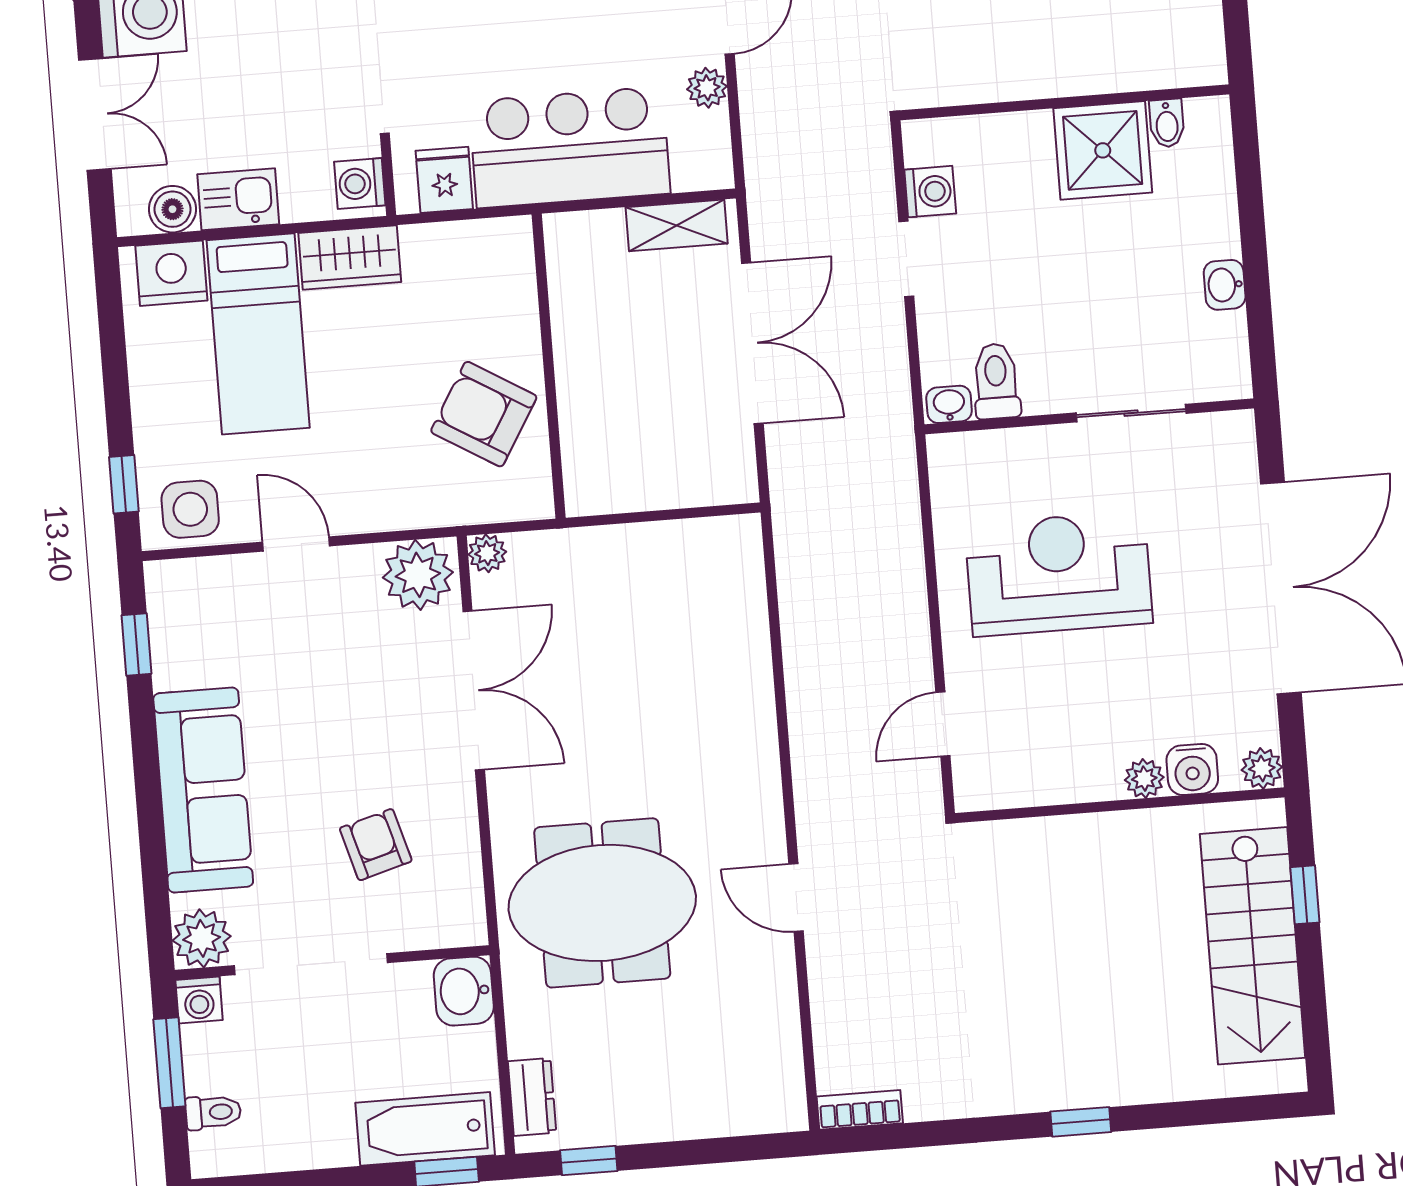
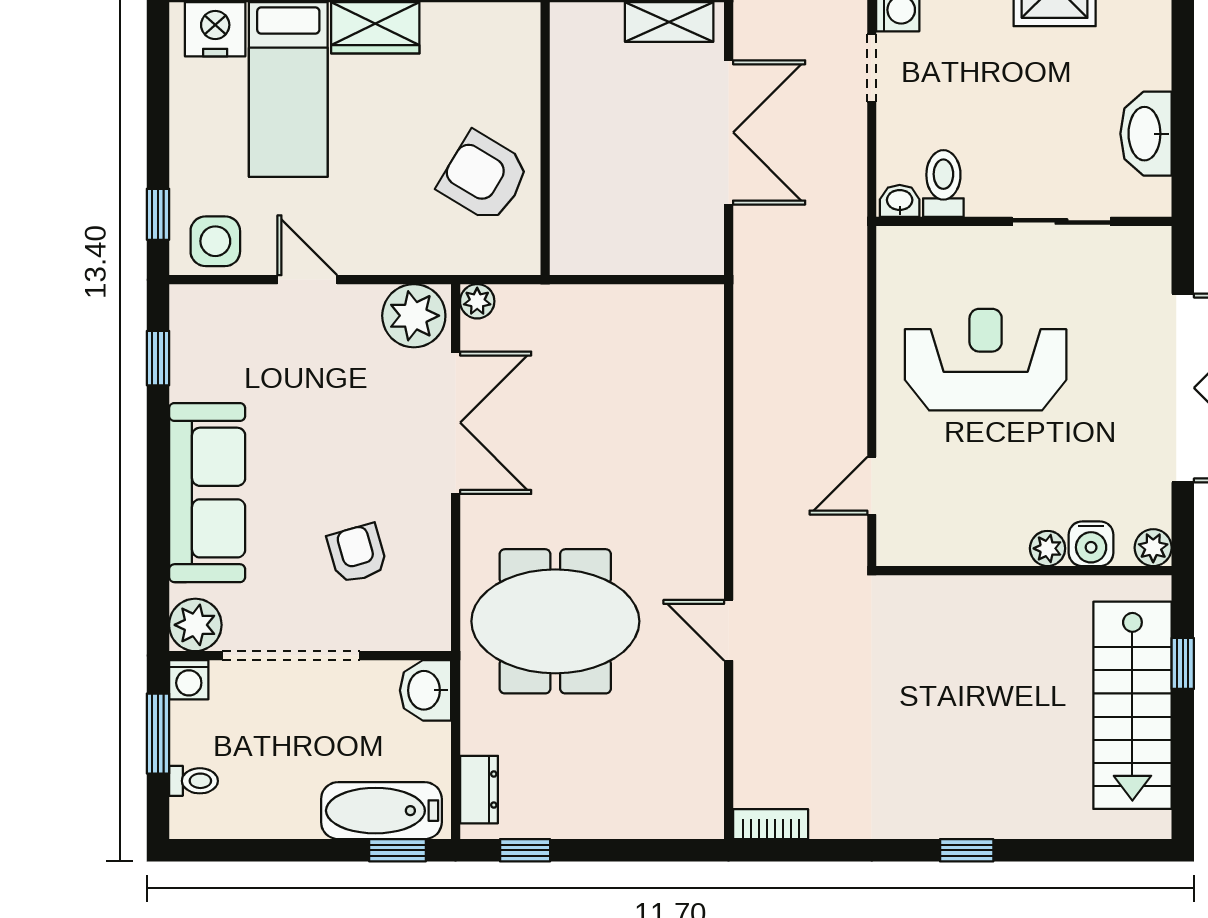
washbasin: (1225, 285) -> (1146, 134), width x1.91, depth x1.45

